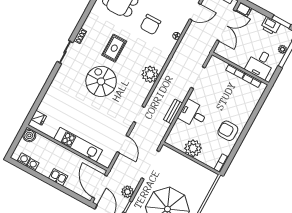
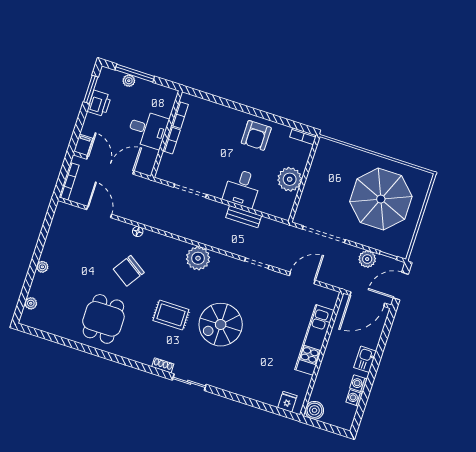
chair: (150, 25) -> (129, 271), turned 124
desk: (260, 64) -> (148, 129), moved
washing machine: (24, 159) -> (359, 383), moved

